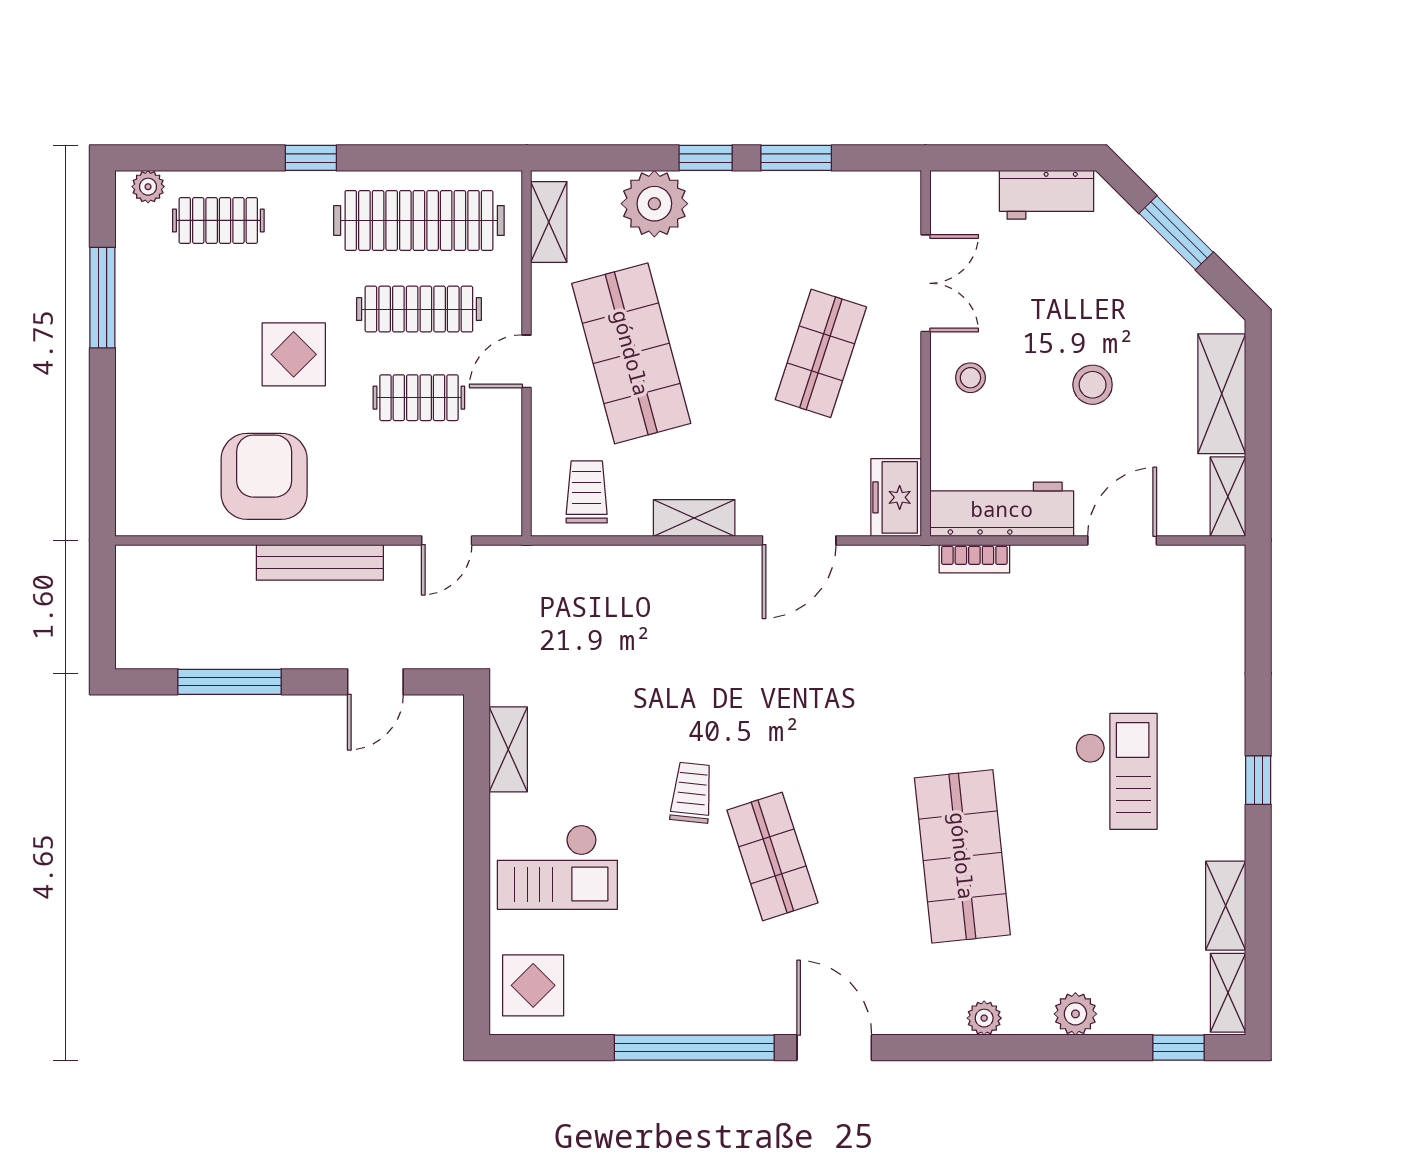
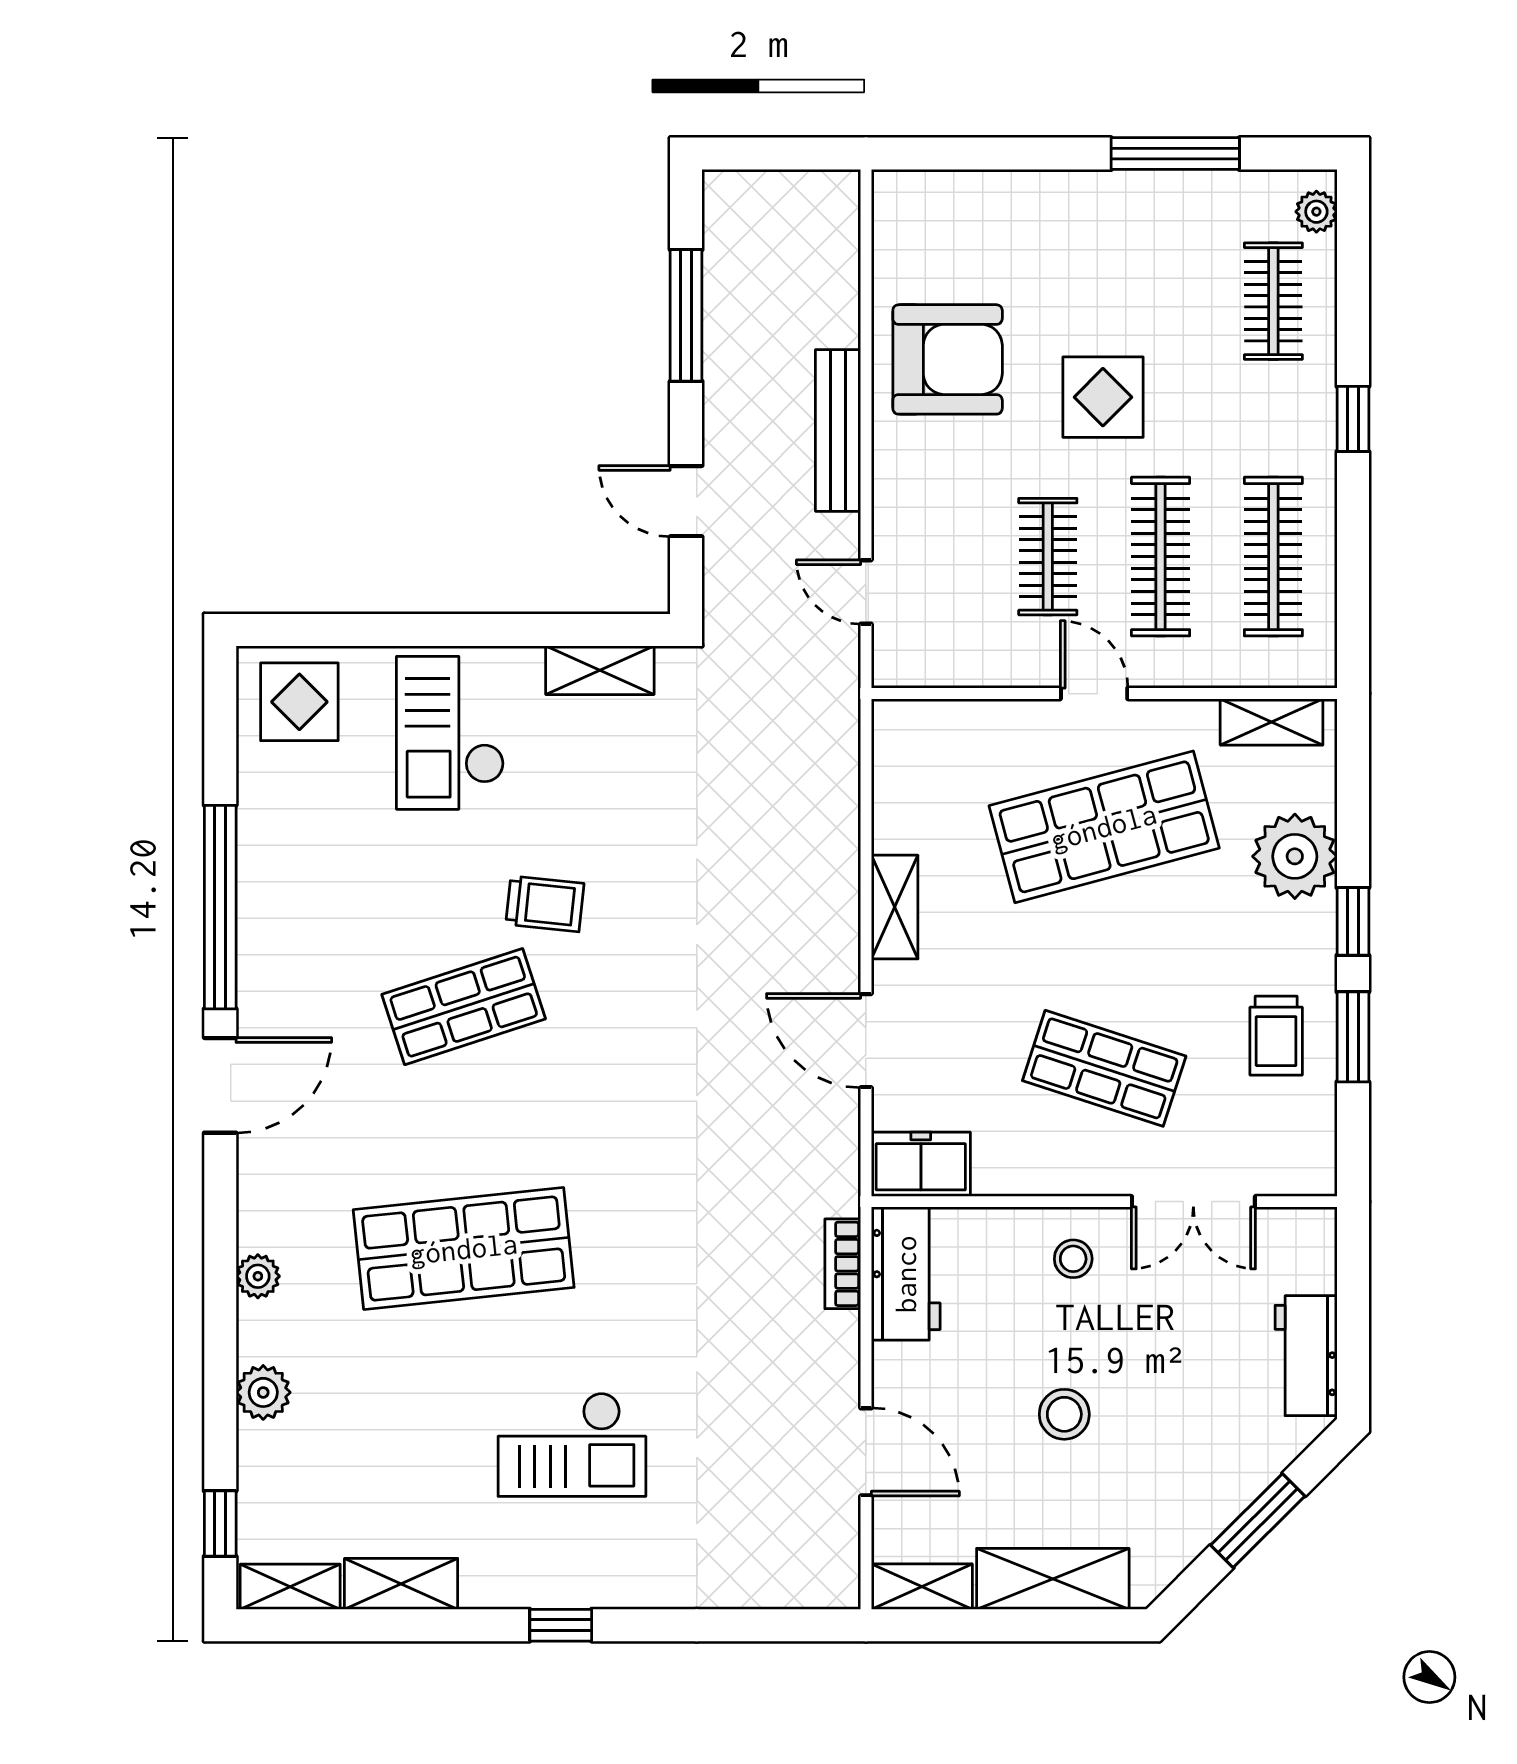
clothes rail: (419, 220) -> (1273, 557), width x0.73, depth x0.76
trolley: (587, 492) -> (1276, 1036), moved, turned 90
workbench: (1002, 509) -> (906, 1274), width x0.73

